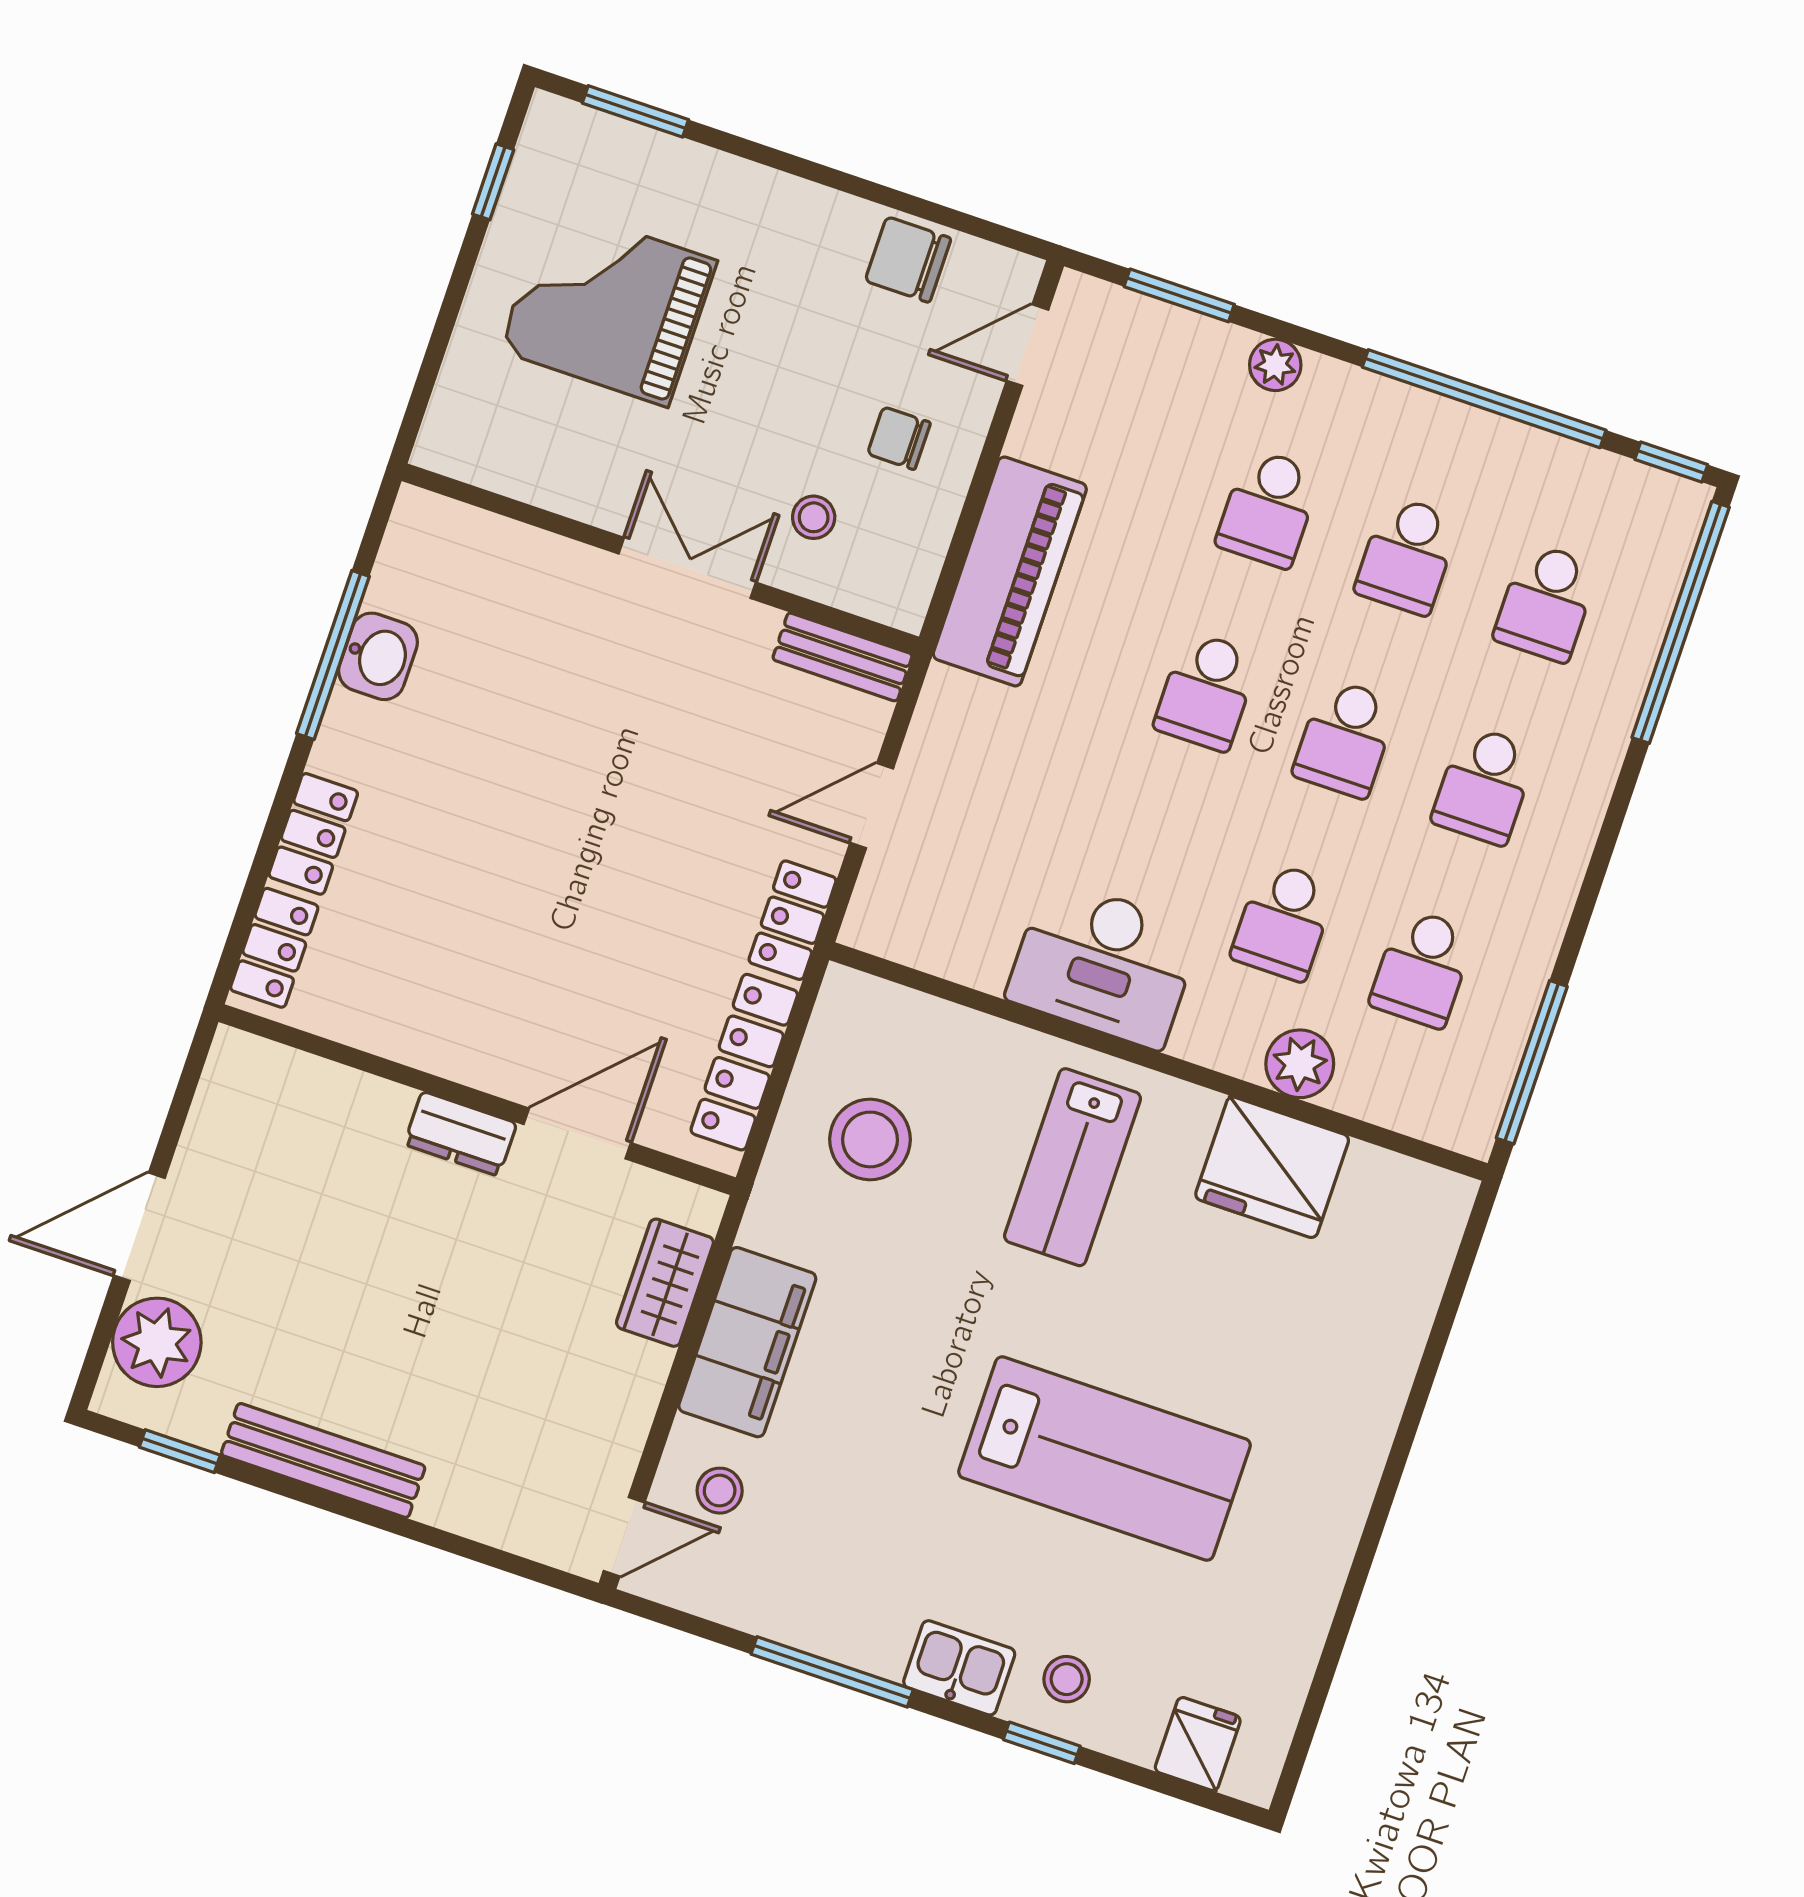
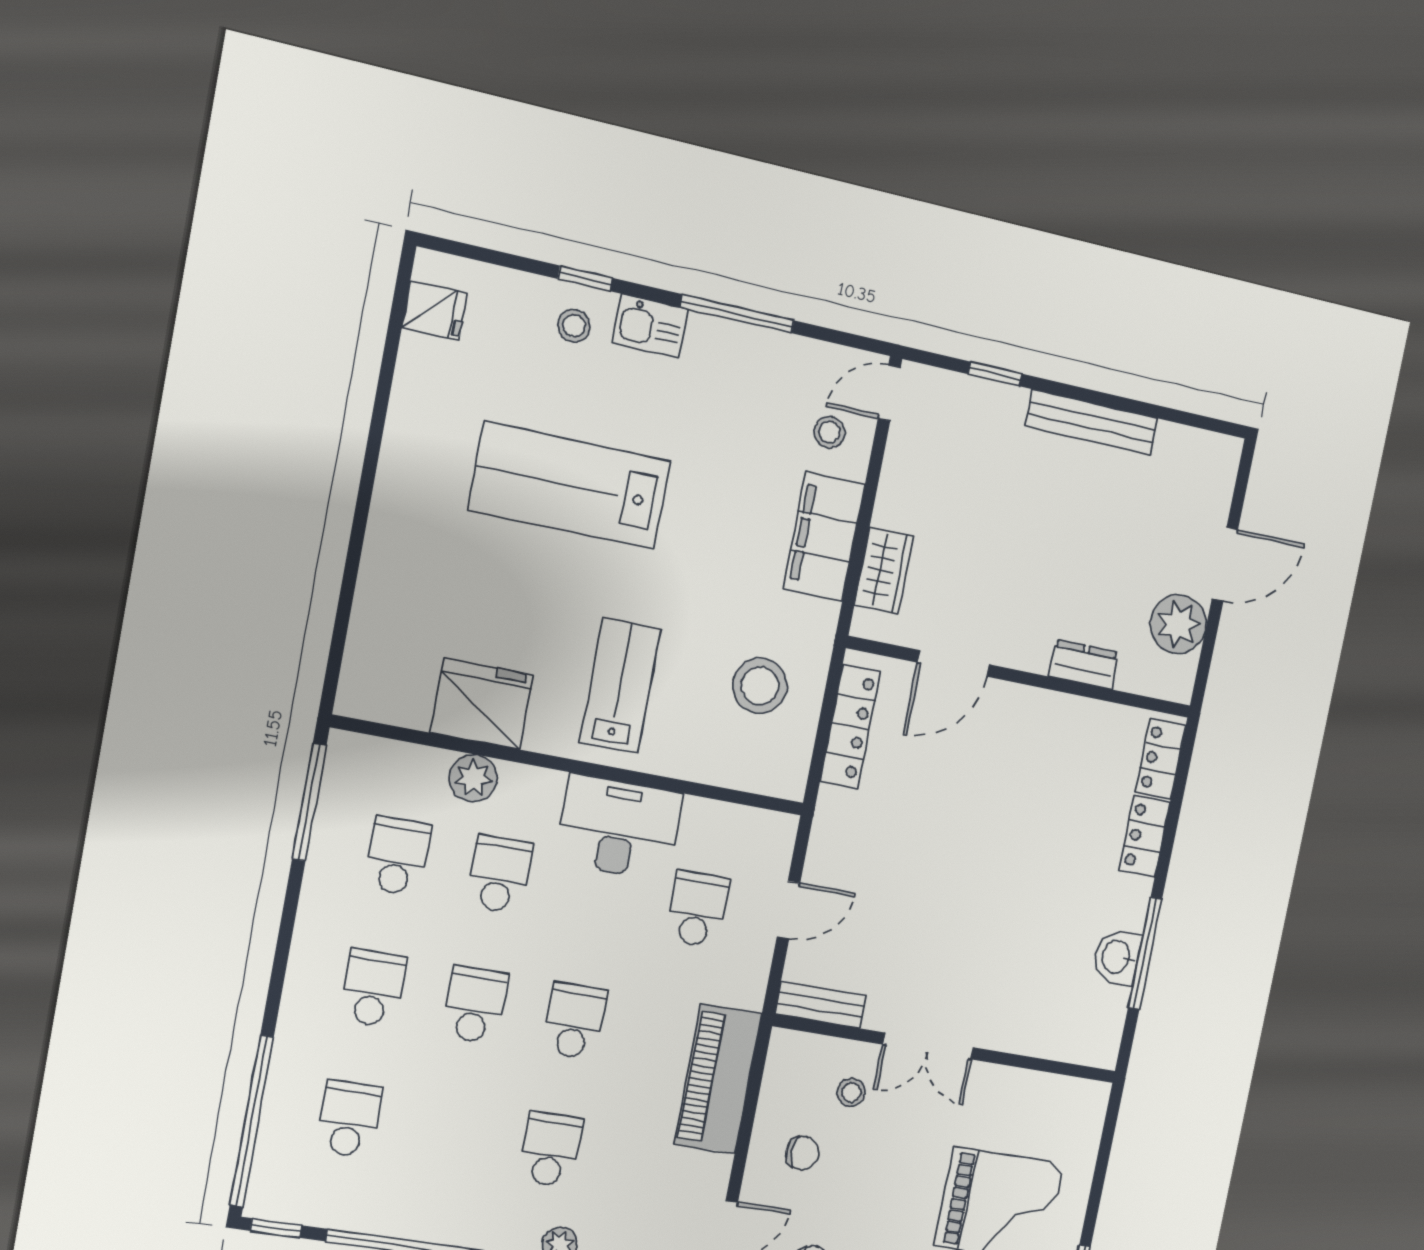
school desk: (1407, 555) -> (697, 909), moved
locker: (793, 920) -> (831, 826), removed
dresser: (460, 1134) -> (1084, 664), moved
plant: (157, 1342) -> (1178, 624), moved
window: (180, 1451) -> (995, 374), moved
fridge: (1198, 1744) -> (434, 310), moved, turned -90

